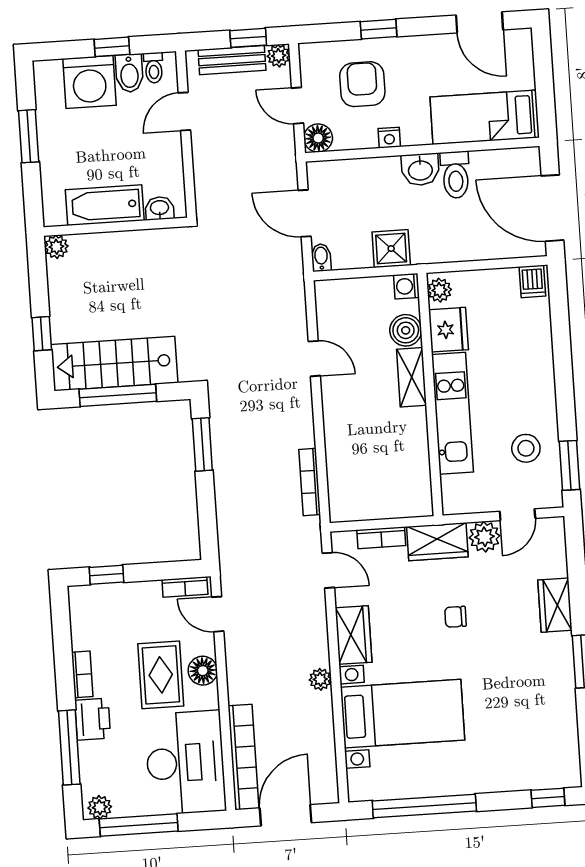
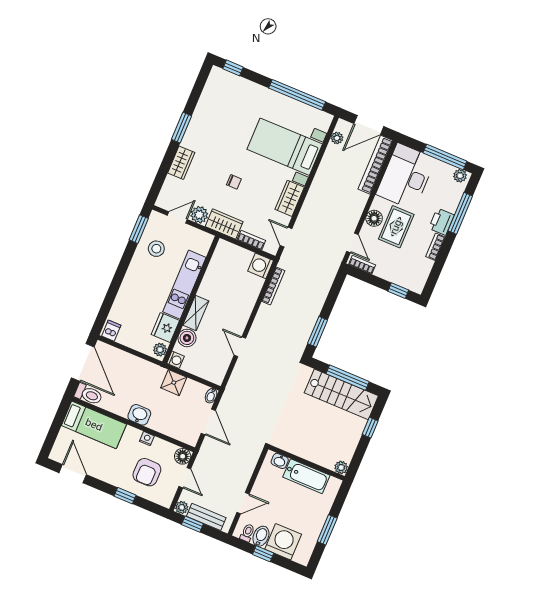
toilet: (455, 175) -> (89, 394), moved, turned 90
washing machine: (346, 504) -> (261, 266), added
plant: (320, 679) -> (337, 138), moved

